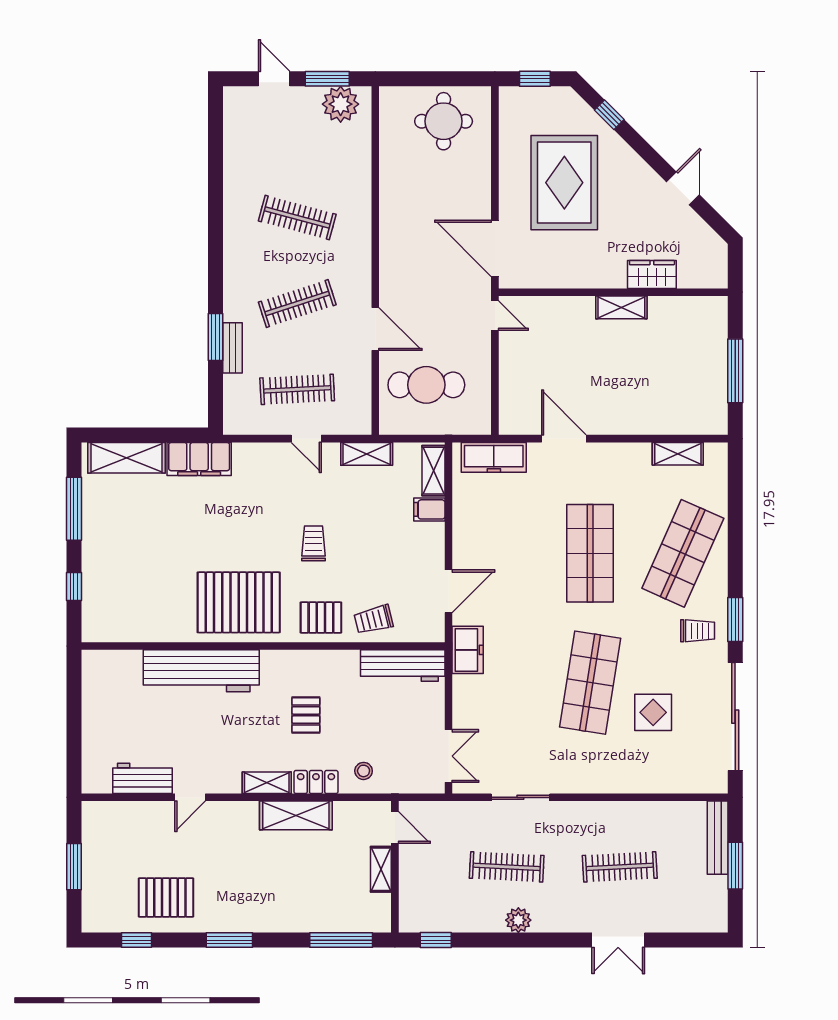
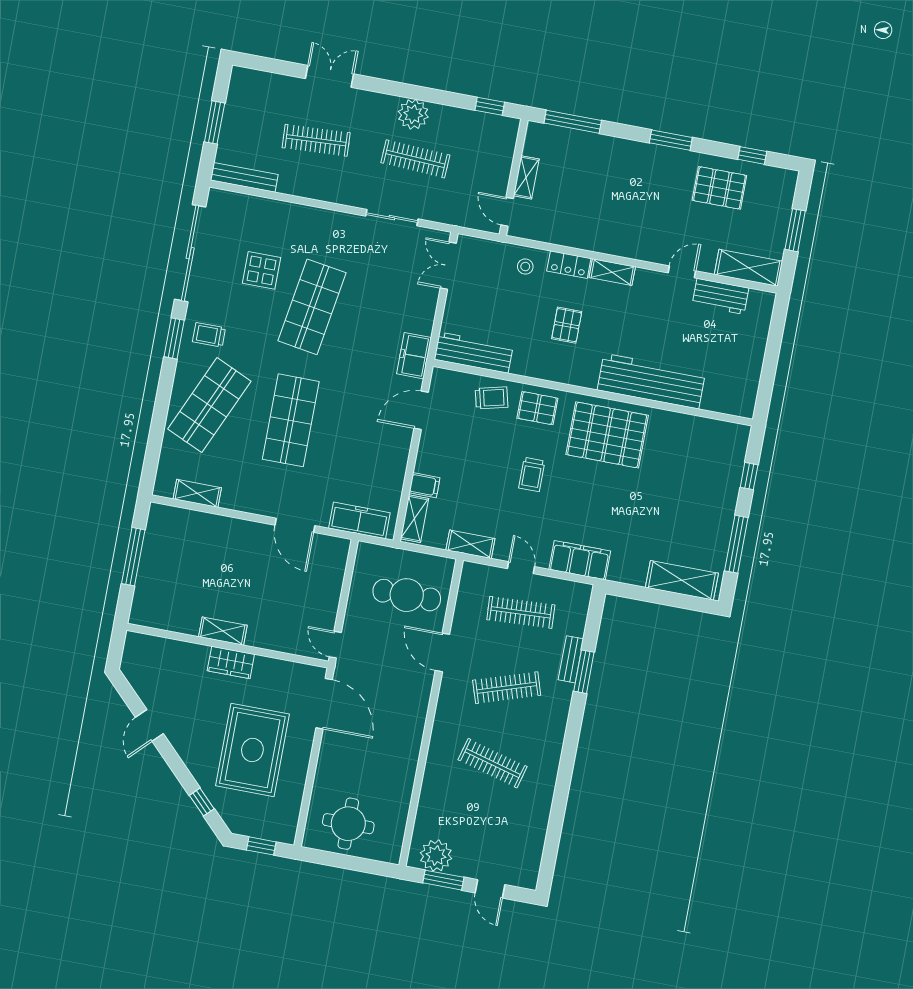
wardrobe: (652, 274) -> (231, 662), moved
filing cabinet: (199, 459) -> (580, 560), moved
shelving: (296, 815) -> (749, 268), moved
bench: (718, 838) -> (244, 177), moved, turned 90
plant: (518, 920) -> (413, 114), width x1.36, depth x1.36

